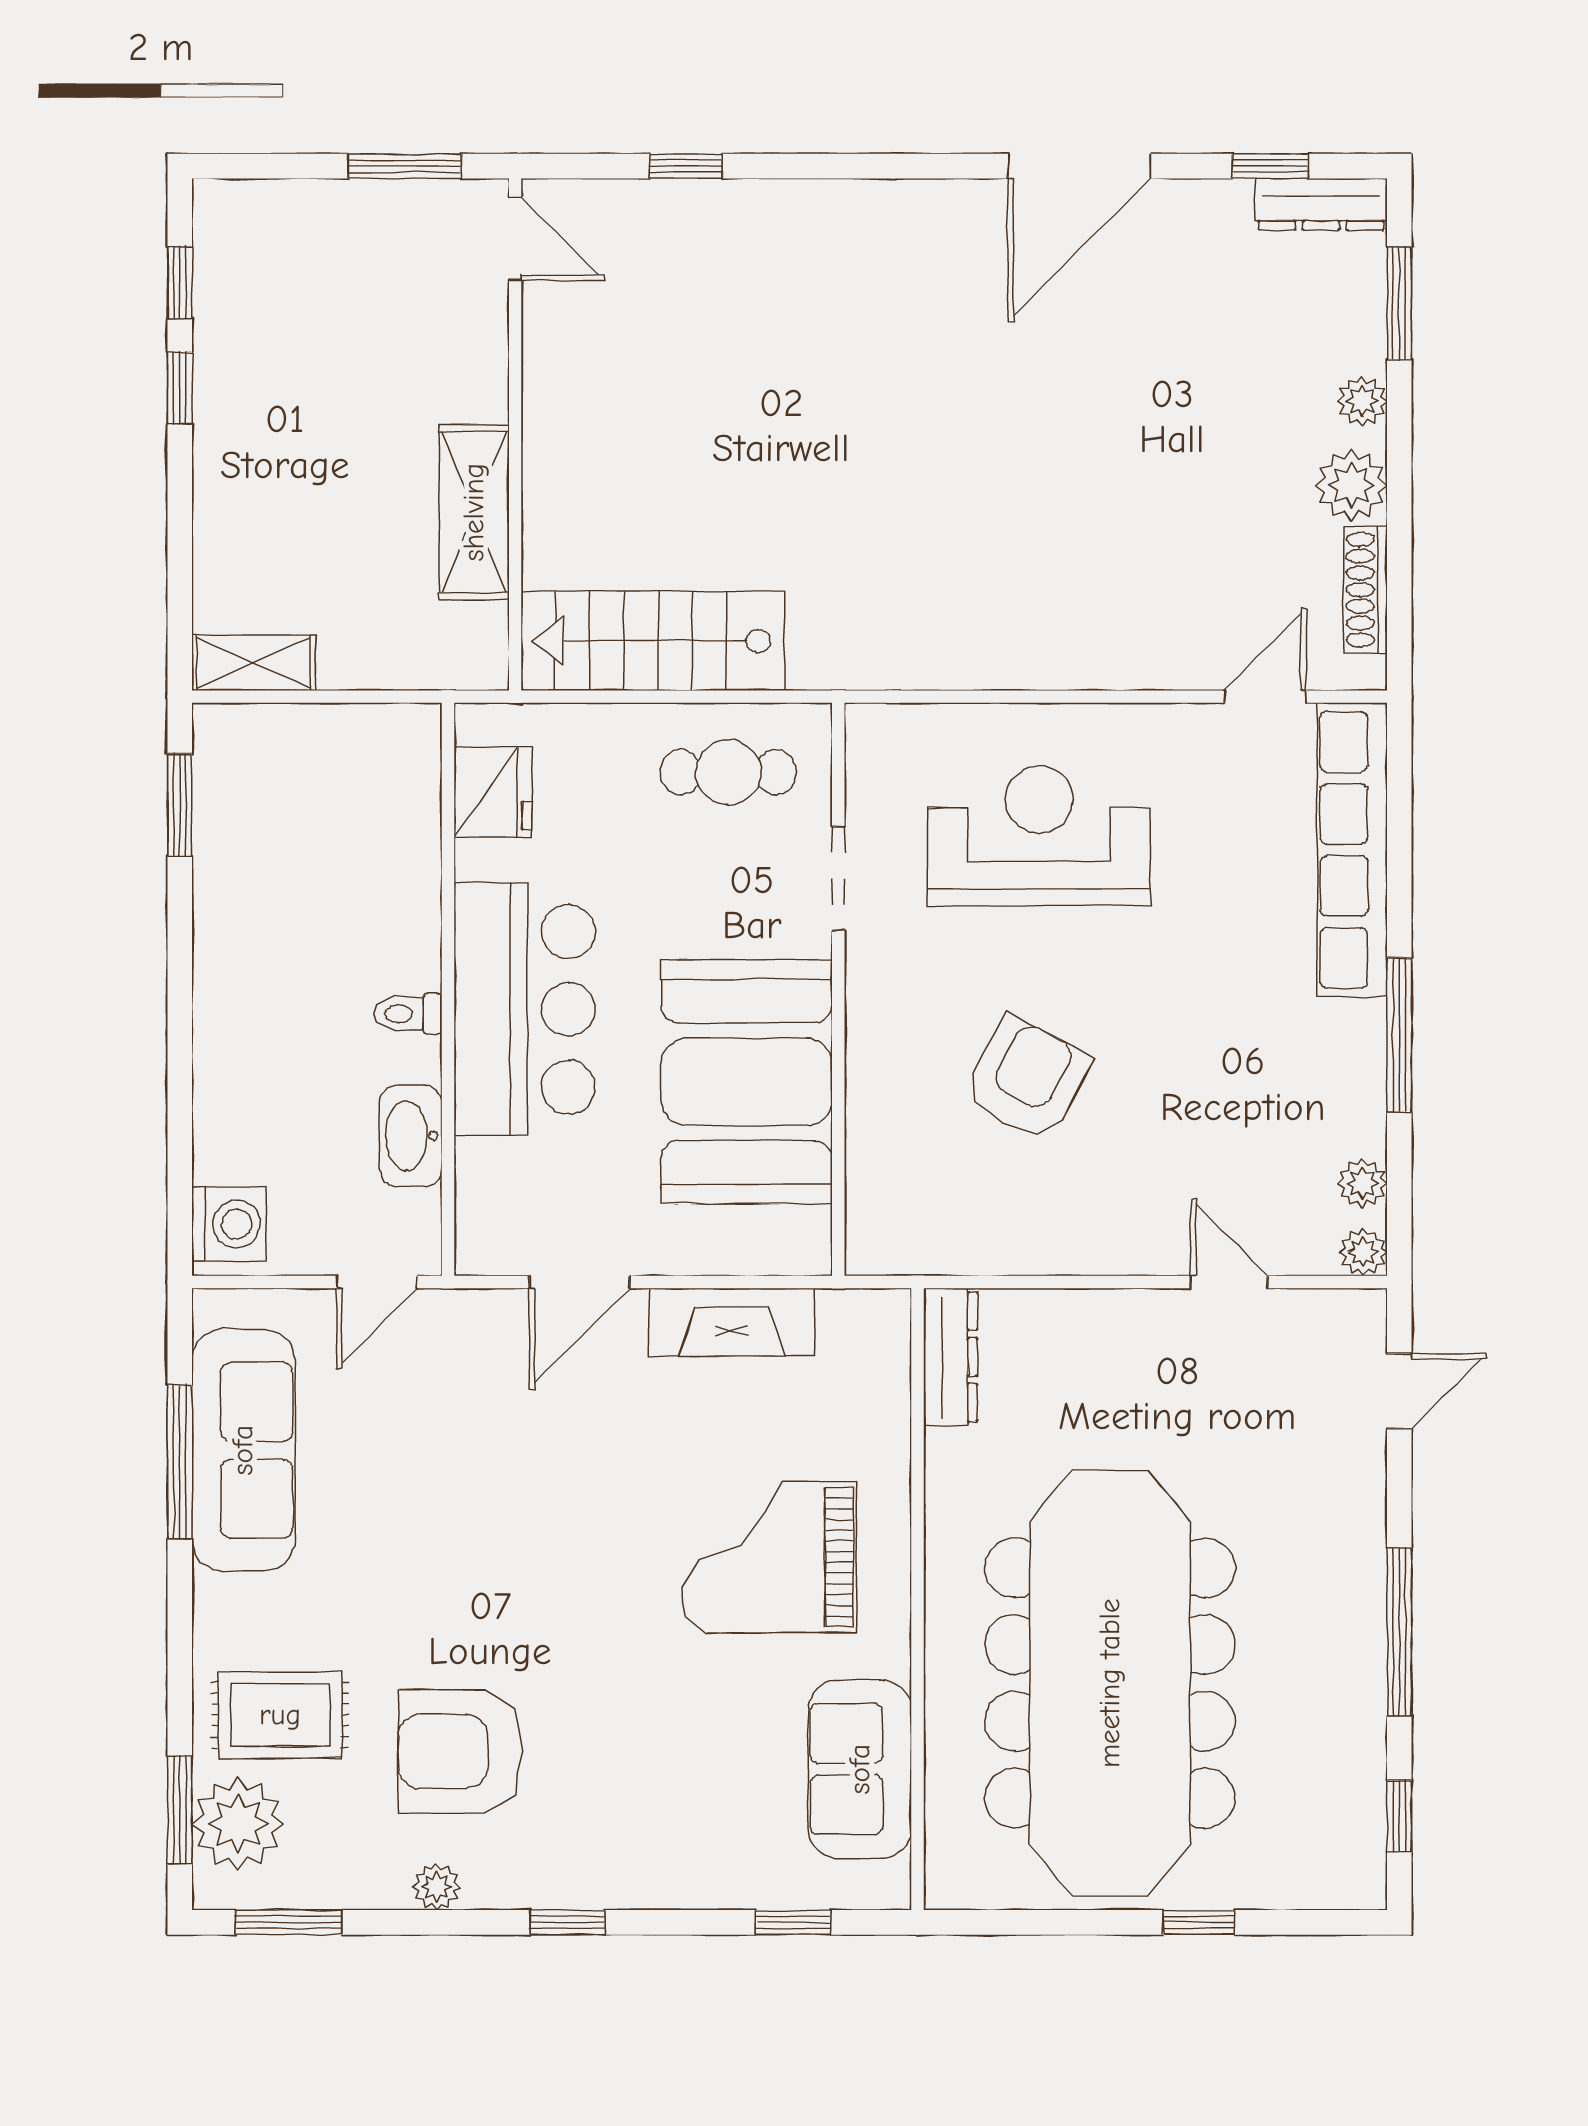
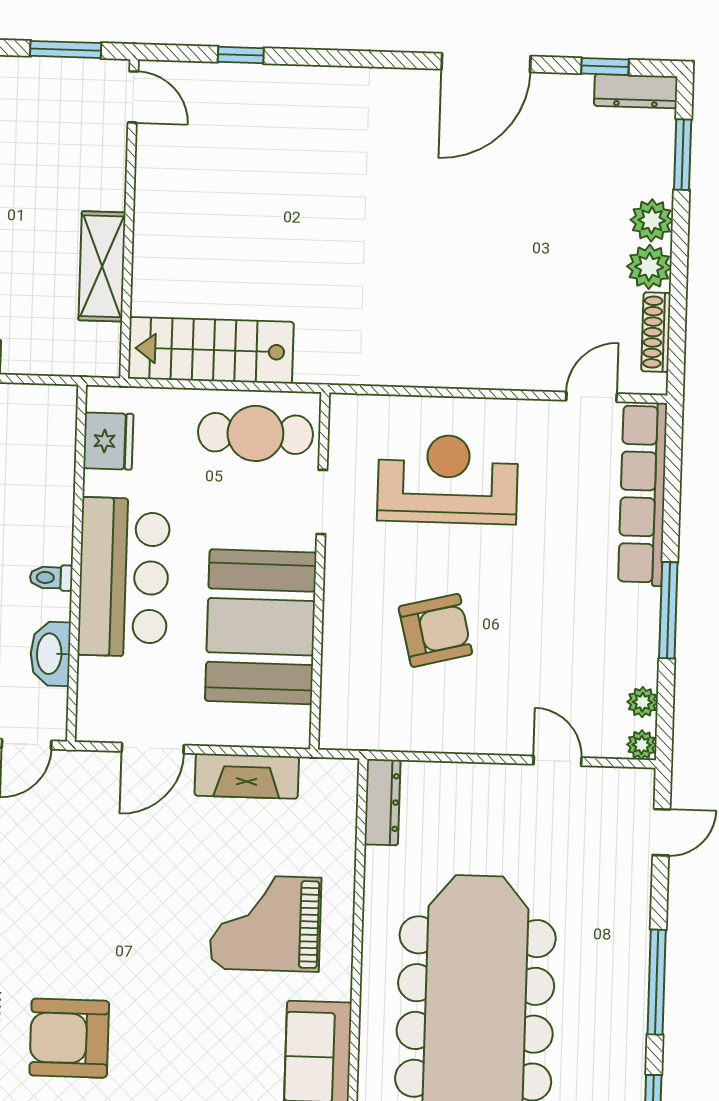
plant: (1362, 401) -> (652, 220), width x1.38, depth x1.38
cafe table: (728, 772) -> (255, 433), width x1.37, depth x1.35
armchair: (1027, 1079) -> (435, 630), turned 48

